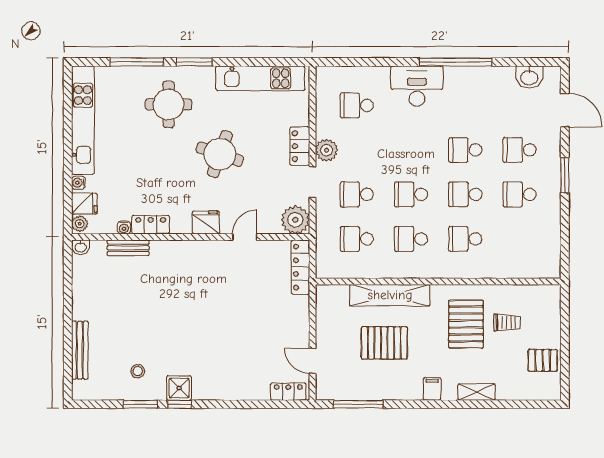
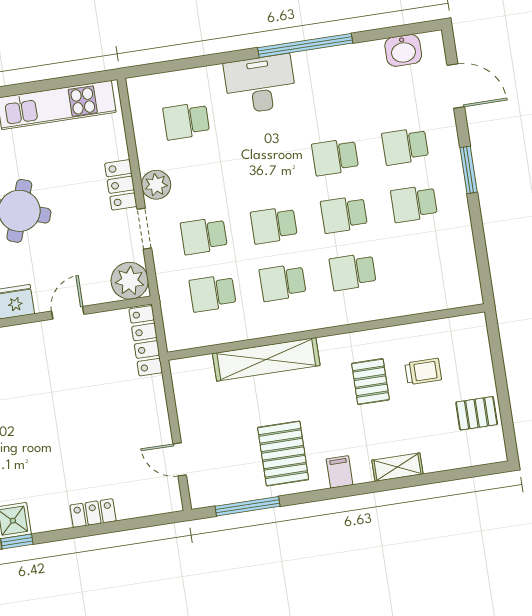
pallet: (466, 324) -> (370, 382), width x0.67, depth x0.71
pallet: (384, 343) -> (283, 454), moved, turned 90
locker: (288, 392) -> (93, 513), moved

